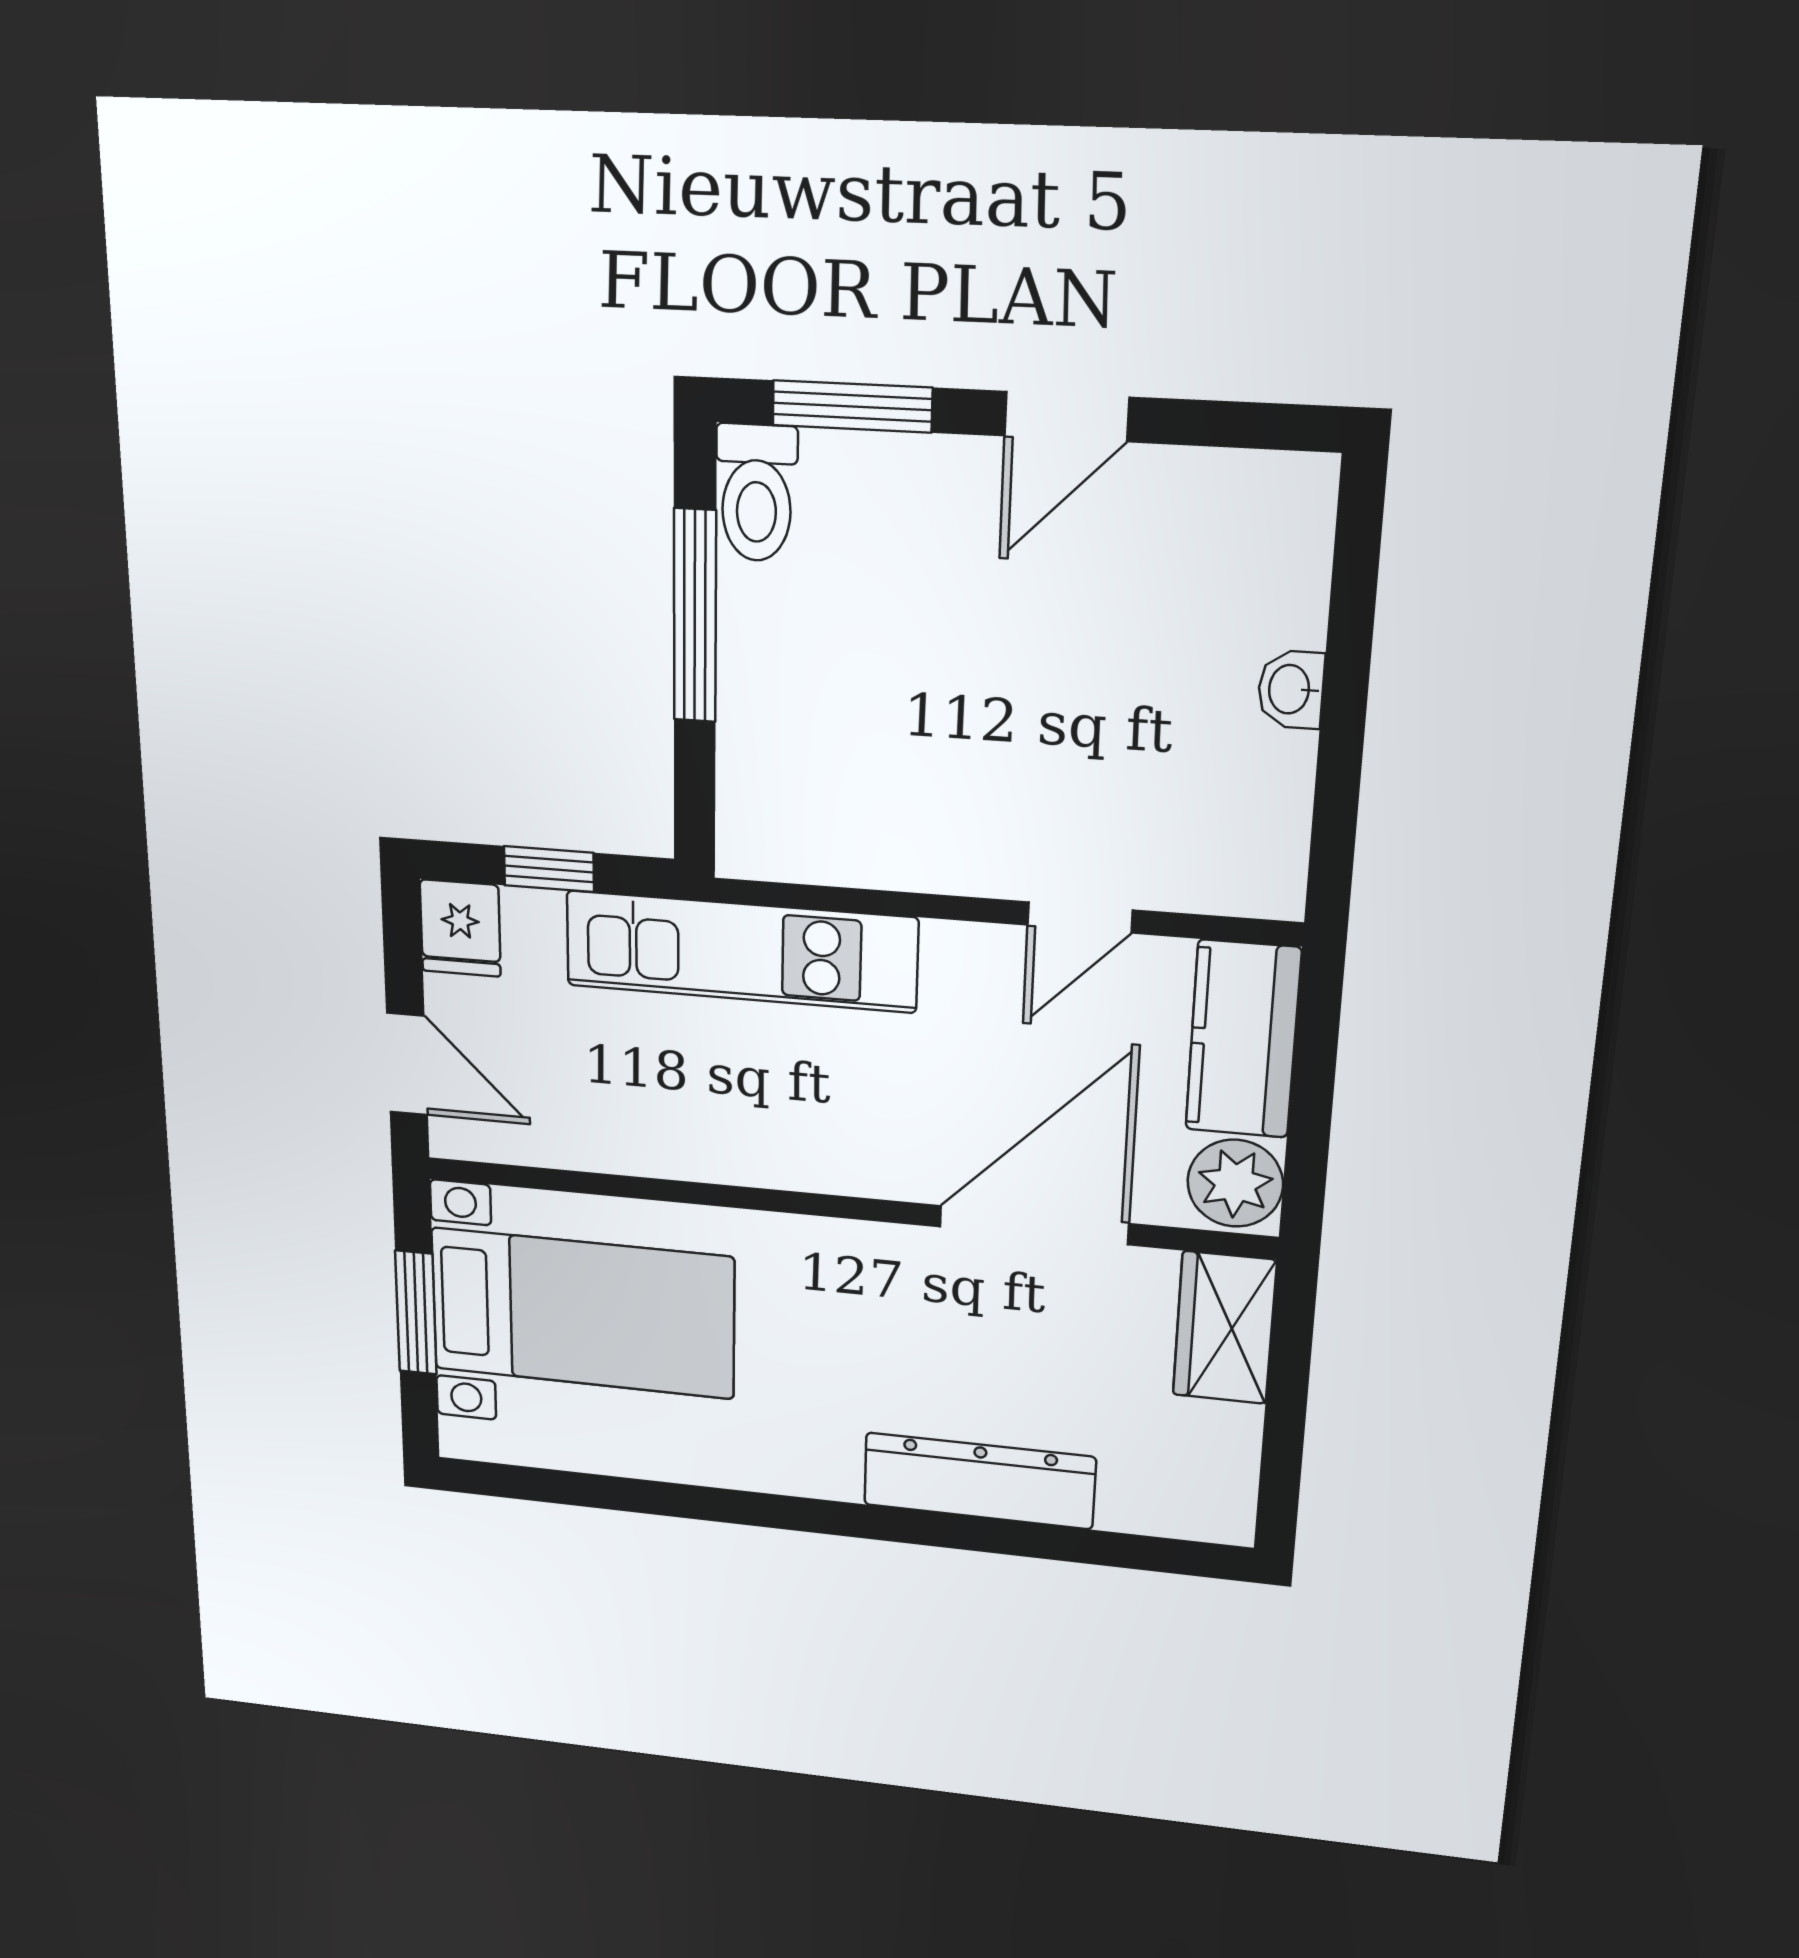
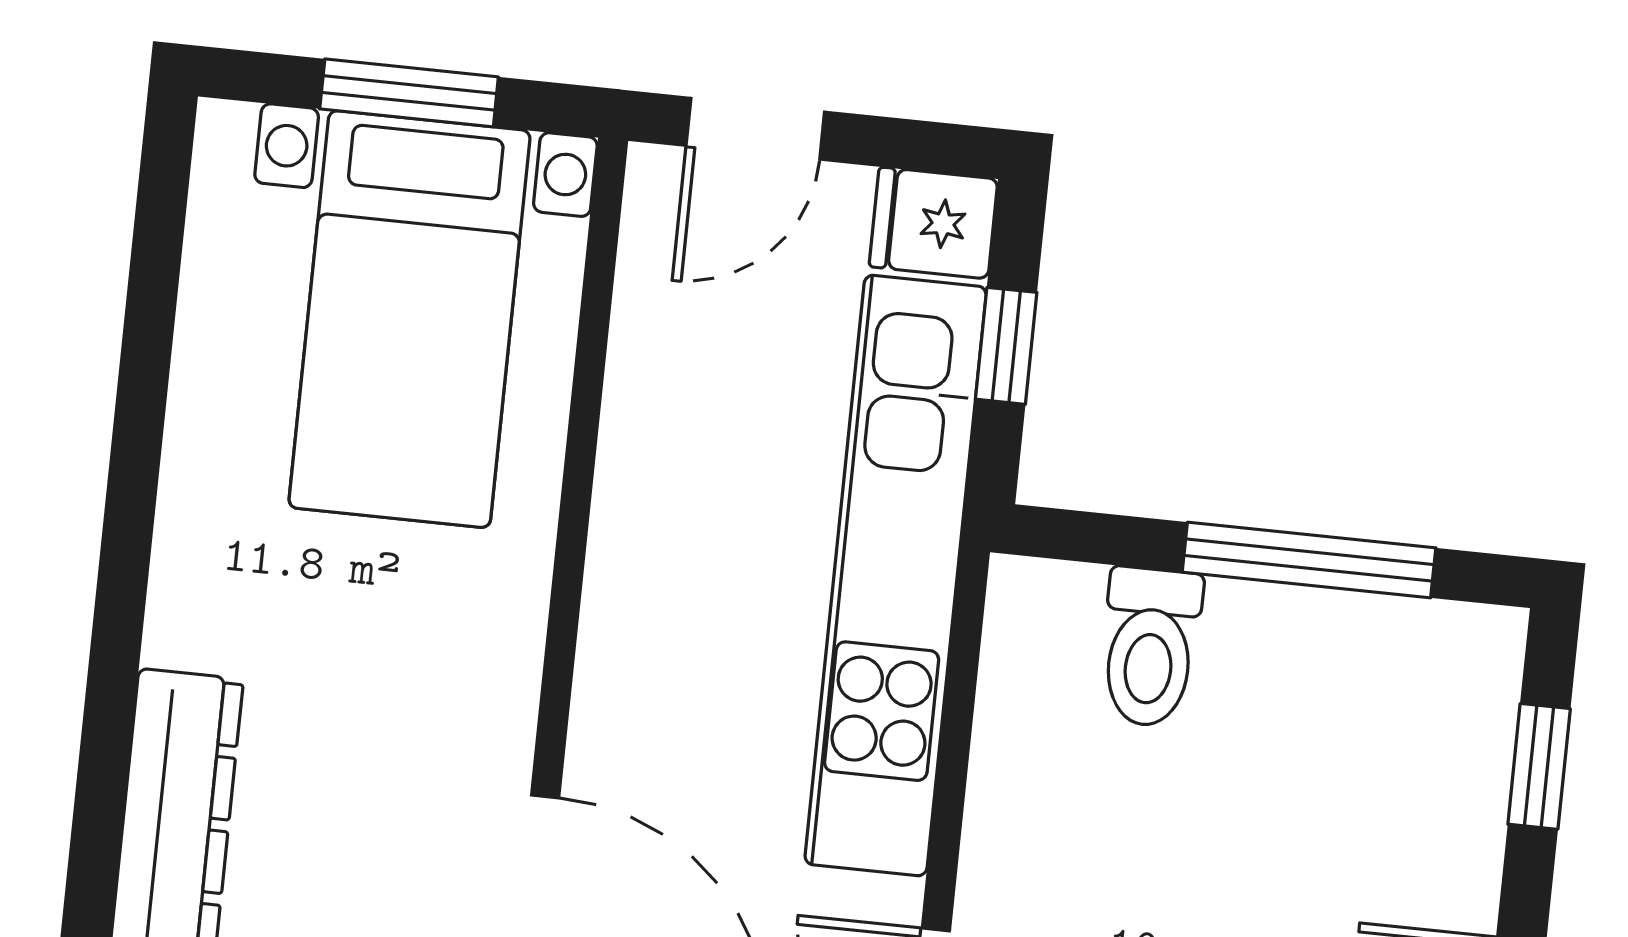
window: (852, 406) -> (1539, 766), width x0.67
toilet: (757, 493) -> (1150, 647), moved, turned -90
kitchen unit: (741, 952) -> (896, 575), width x1.36

